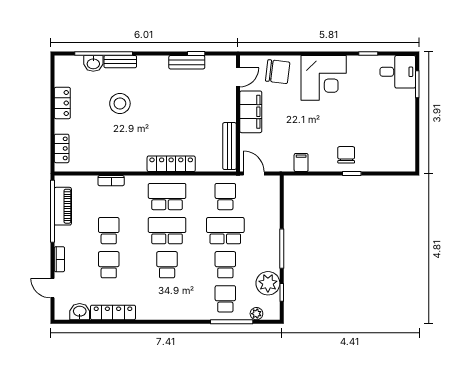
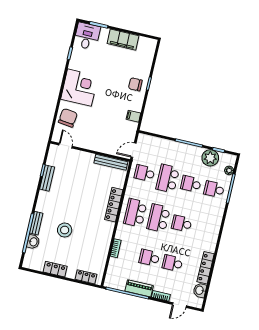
filing cabinet: (251, 112) -> (123, 40), moved, turned 180
piano: (63, 206) -> (139, 288), moved

